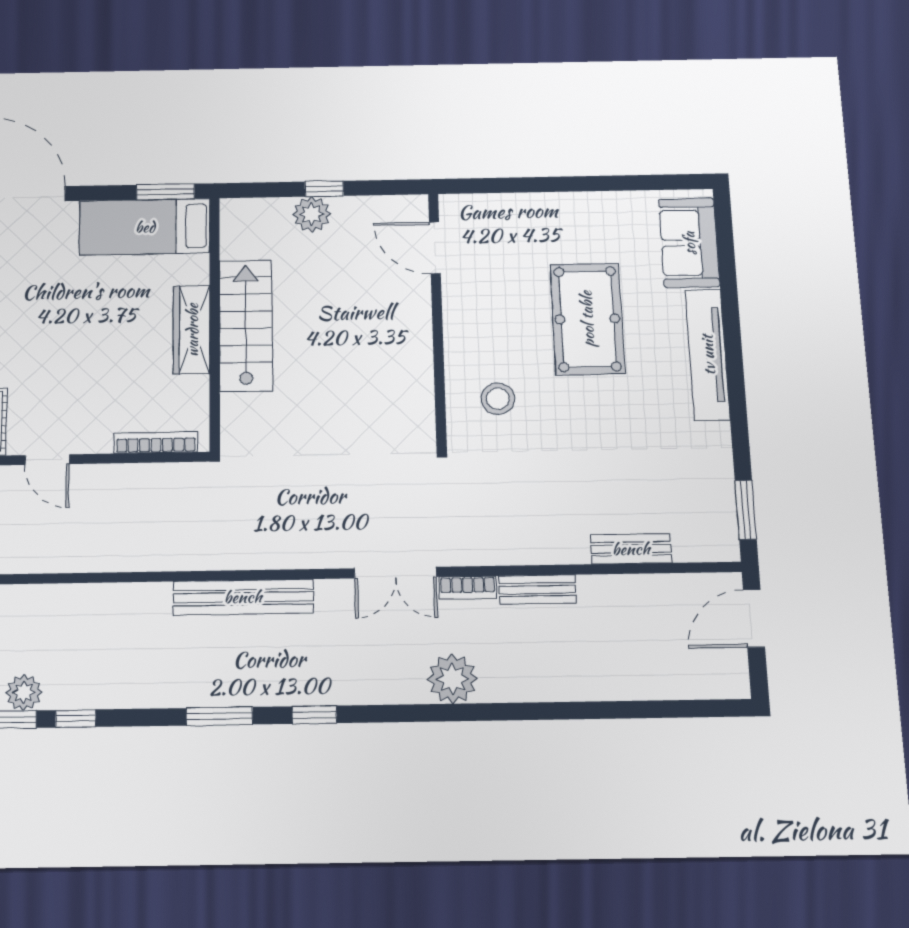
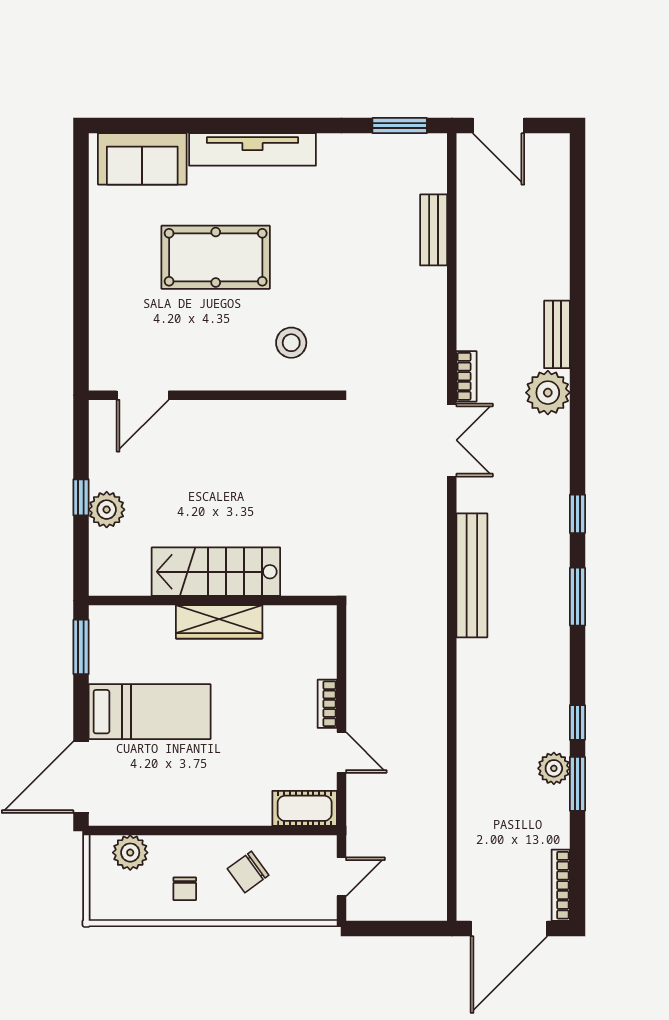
bed: (145, 227) -> (150, 712), moved, turned -90
bookcase: (156, 443) -> (327, 704), moved, width x0.64
door: (47, 460) -> (341, 752), hinge flipped
bench: (537, 590) -> (557, 334), moved

